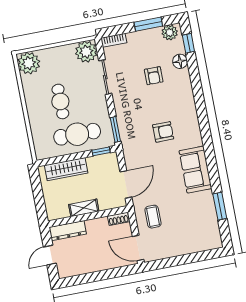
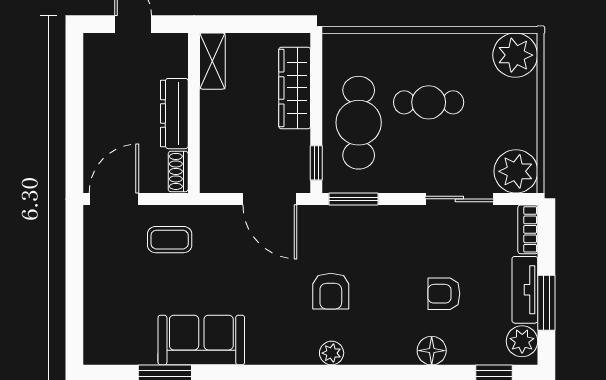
tv unit: (144, 36) -> (525, 290), added
floor lamp: (180, 61) -> (432, 351), moved
plant: (194, 126) -> (332, 353), added
sofa: (195, 170) -> (201, 340), moved
door: (126, 184) -> (270, 199), moved
shelving: (84, 208) -> (212, 61), moved
dresser: (68, 231) -> (174, 114), moved

